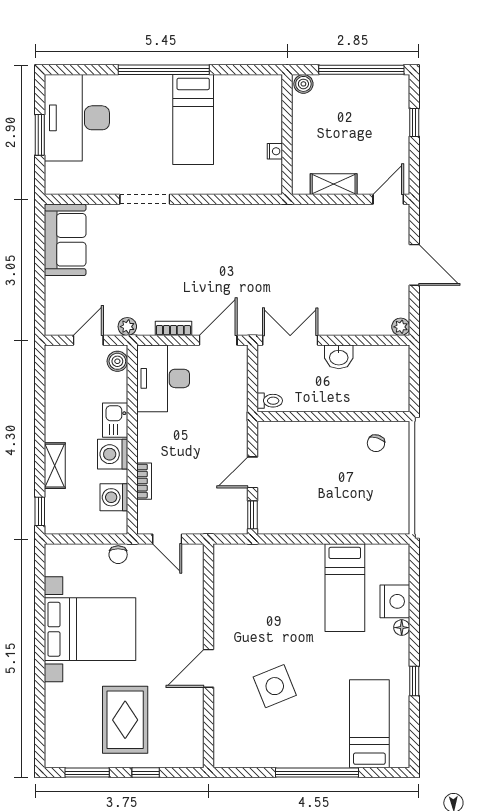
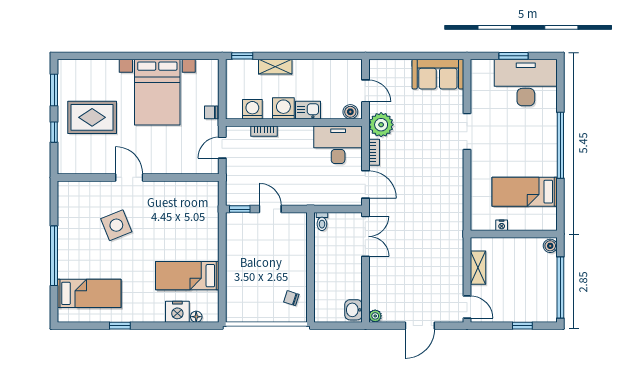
bed: (193, 120) -> (525, 192), moved
plant: (127, 327) -> (381, 125), width x1.88, depth x1.88
washbasin: (339, 357) -> (354, 310), moved
floor lamp: (402, 628) -> (196, 317), moved

